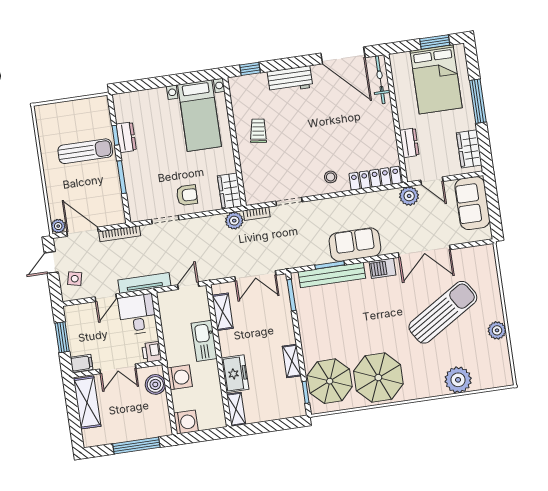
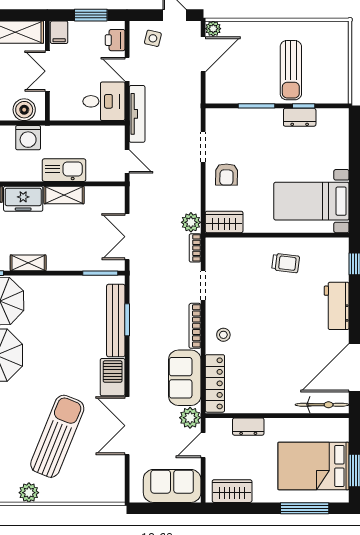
window: (478, 101) -> (305, 508), moved
bookcase: (120, 234) -> (195, 326), moved
sofa: (355, 245) -> (185, 378), moved, turned 180
barbecue: (383, 268) -> (113, 377), width x1.38, depth x1.27
shelving: (223, 312) -> (64, 195), moved
sun lounger: (443, 312) -> (57, 436), turned -126
printer: (152, 352) -> (115, 40), moved, turned -90

